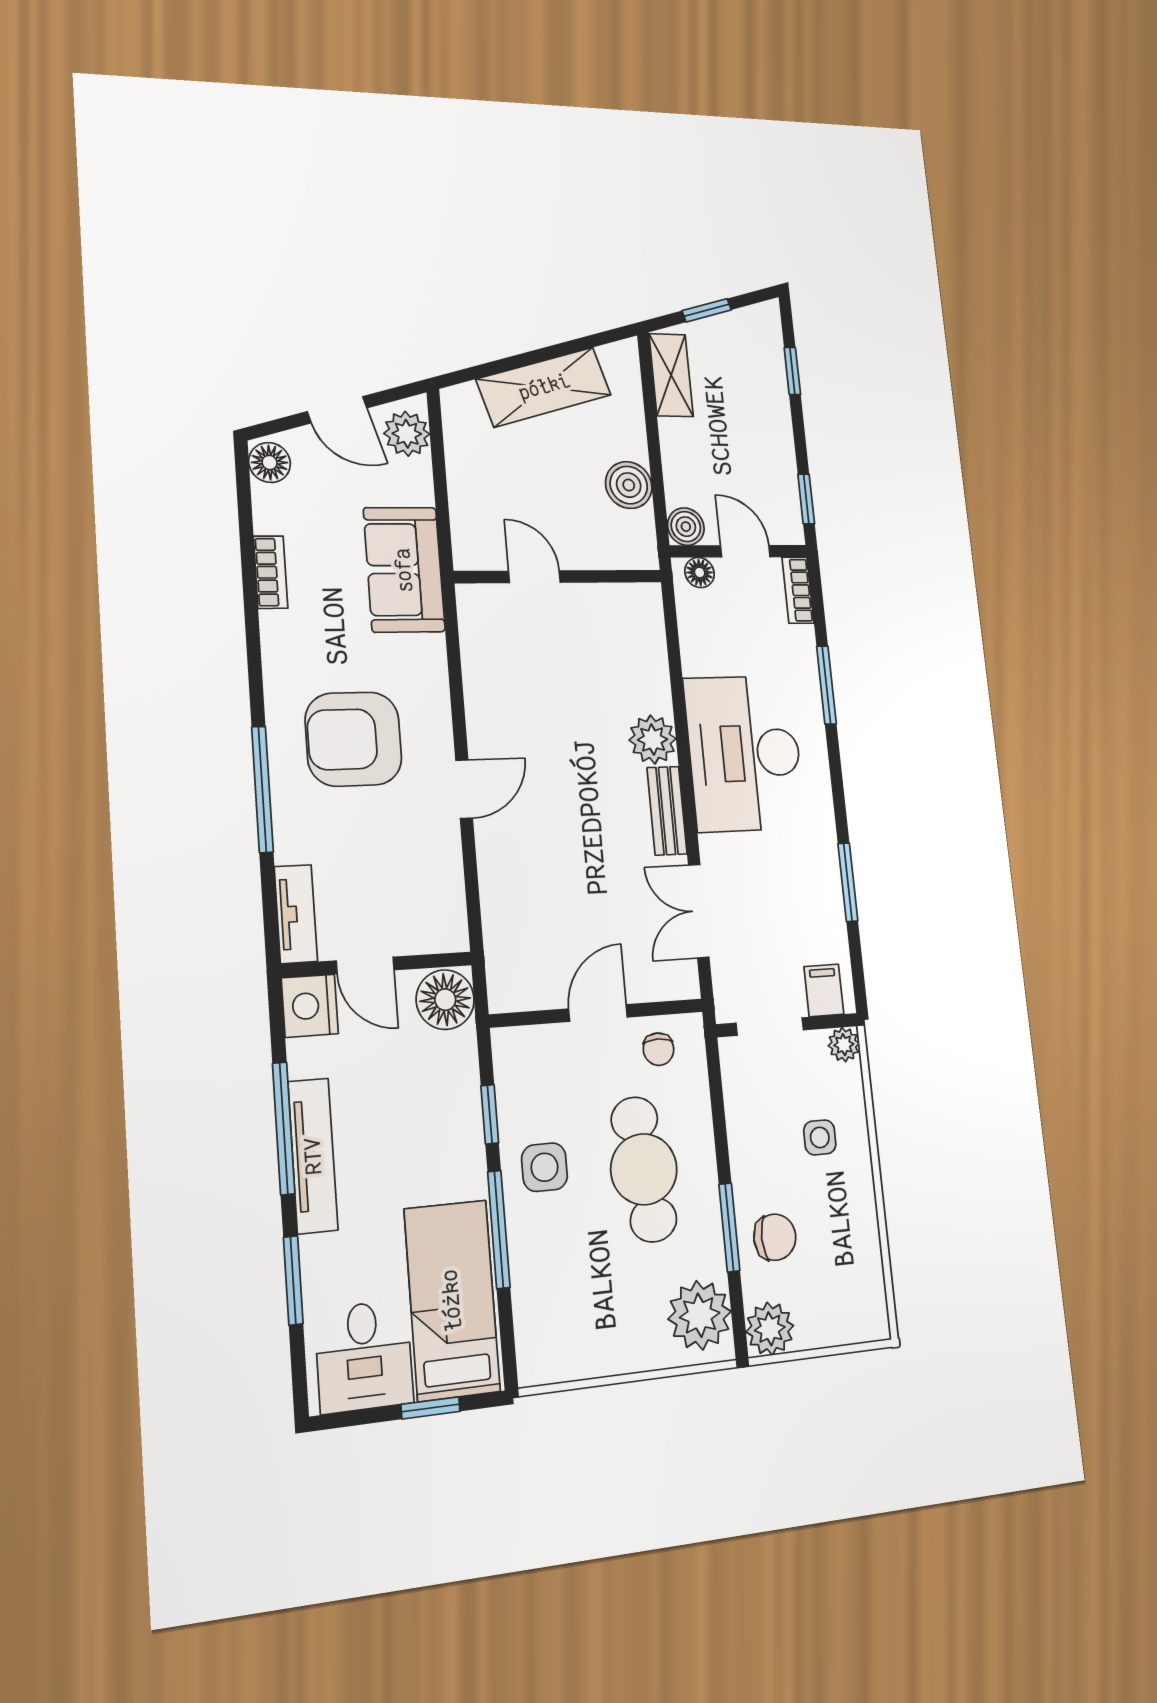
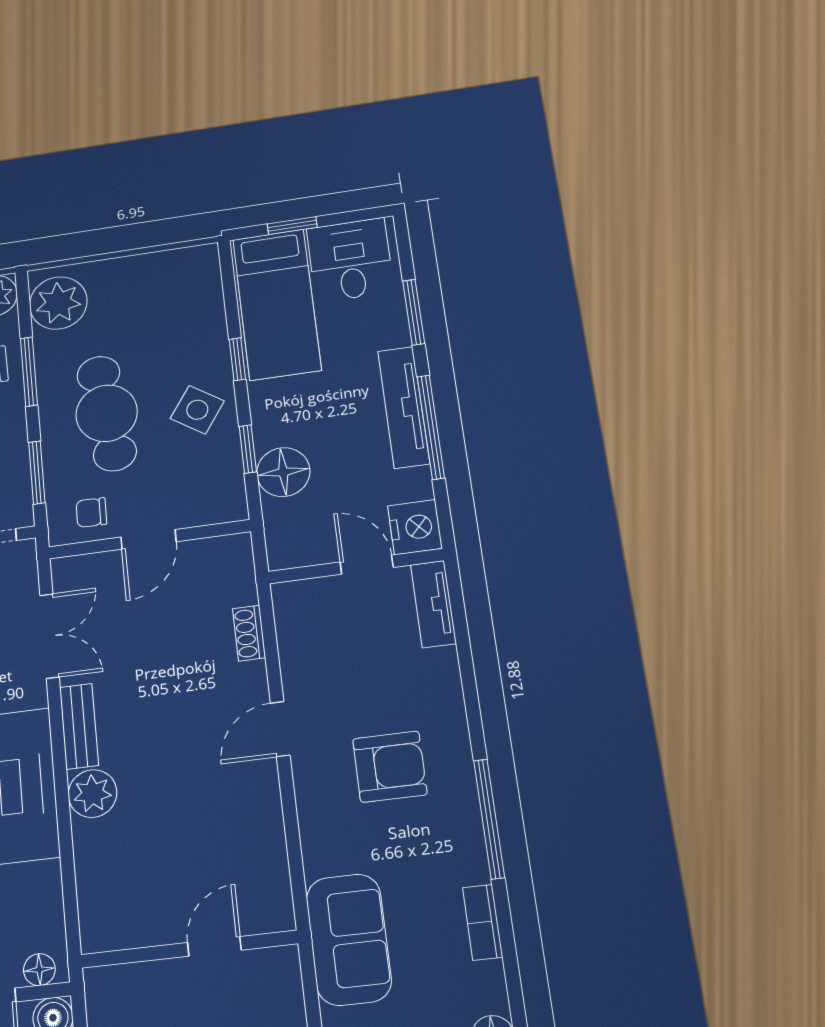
door: (534, 577) -> (214, 946), swing flipped
armchair: (354, 739) -> (390, 767), width x0.73, depth x0.73
window: (262, 789) -> (489, 819), moved
shoe rack: (493, 897) -> (249, 633), added
floor lamp: (445, 1000) -> (283, 472), moved
chair: (658, 1049) -> (91, 513), turned -89
window: (717, 1101) -> (37, 473), added
side table: (545, 1167) -> (197, 410), turned 34
window: (499, 1229) -> (237, 359), width x0.46

